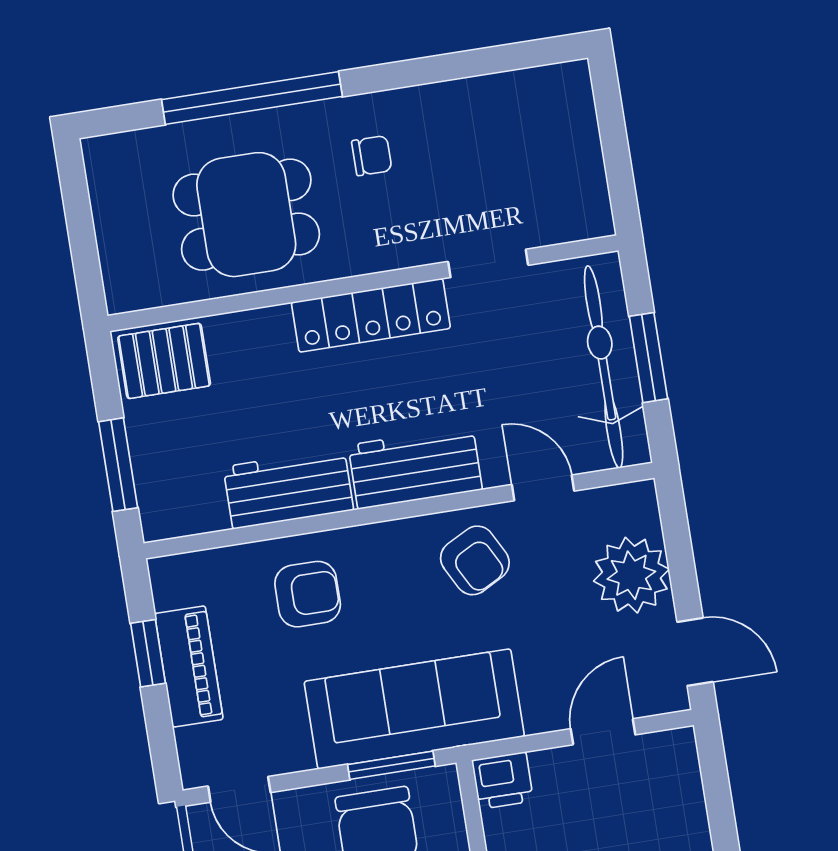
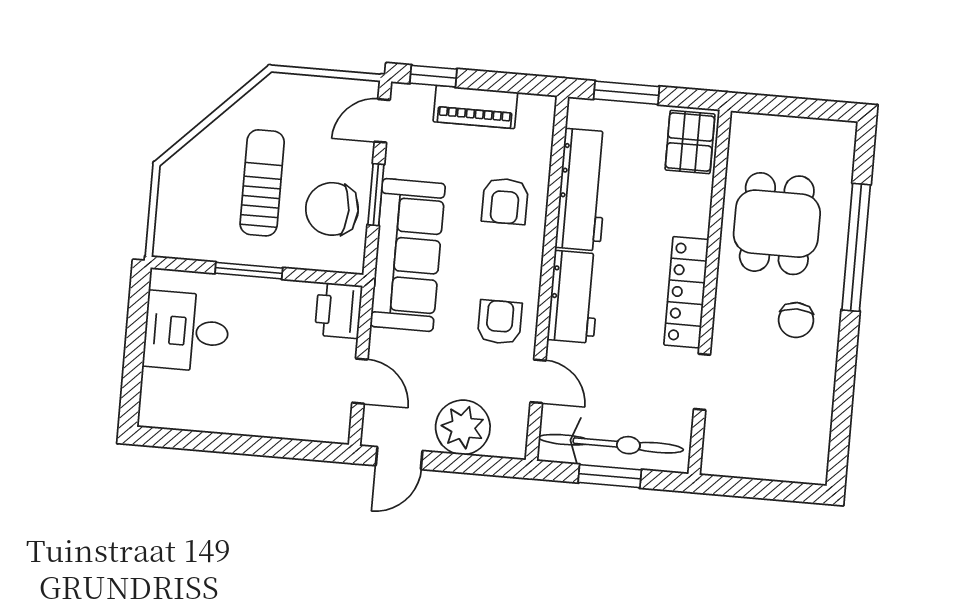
chair: (372, 156) -> (796, 320), width x1.37, depth x1.37
workbench: (288, 488) -> (582, 190), width x1.38
door: (543, 488) -> (538, 381), hinge flipped
armchair: (475, 560) -> (500, 322), turned 118
window: (148, 653) -> (433, 76), moved
window: (391, 765) -> (376, 195), moved
printer: (503, 781) -> (339, 310), width x1.36, depth x1.24

